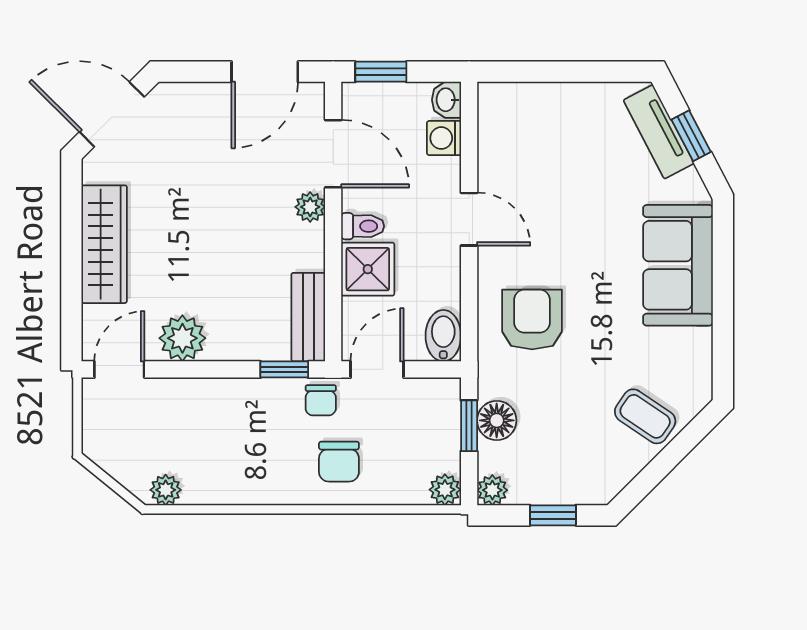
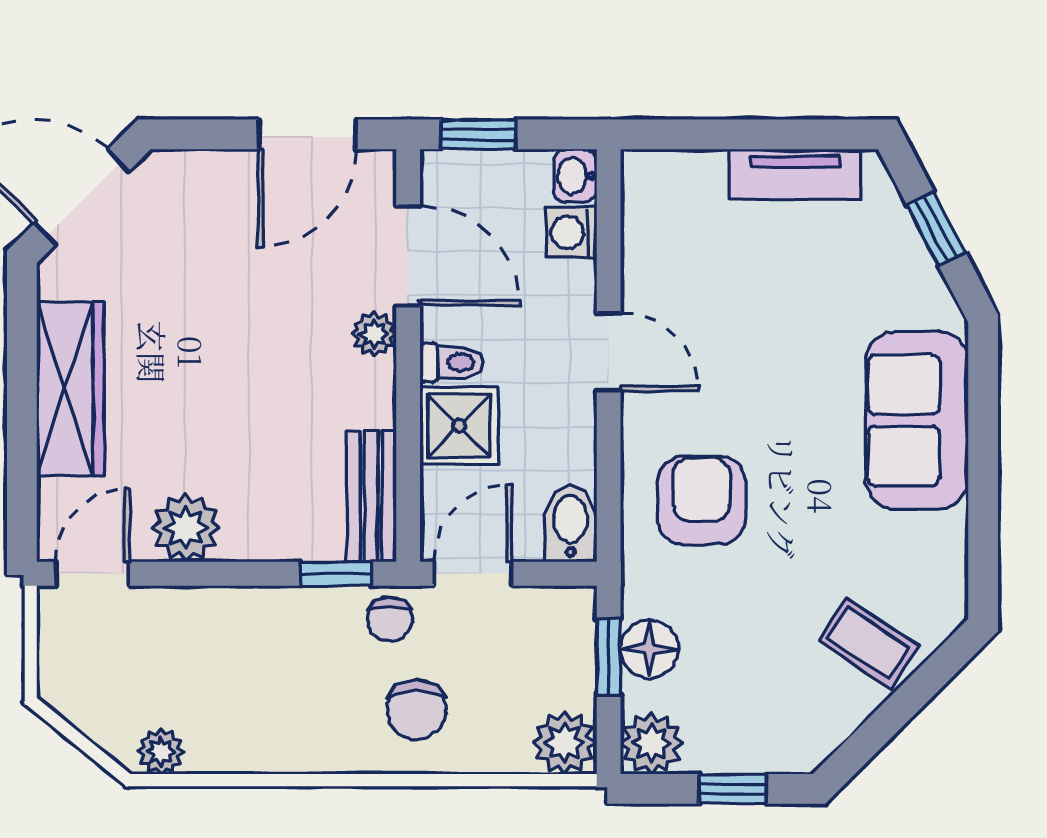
tv unit: (659, 132) -> (795, 174), moved, turned -62
plant: (445, 490) -> (564, 743), width x1.38, depth x1.38
plant: (492, 490) -> (651, 743), width x1.38, depth x1.38

